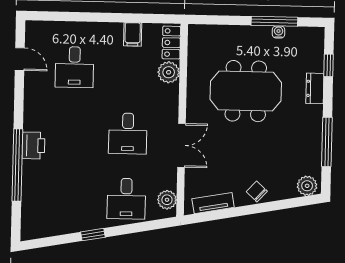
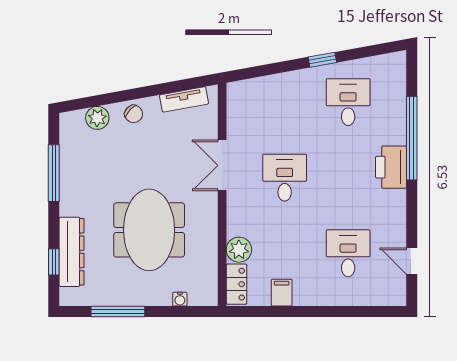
water cooler: (278, 32) -> (180, 299), moved
dresser: (315, 88) -> (72, 252), width x1.96, depth x1.24
meeting table: (246, 91) -> (149, 230), turned 90
printer: (33, 145) -> (391, 167), width x1.37, depth x1.19
plant: (307, 186) -> (97, 118), moved
desk: (126, 199) -> (348, 102), moved
plant: (167, 200) -> (237, 102), removed

